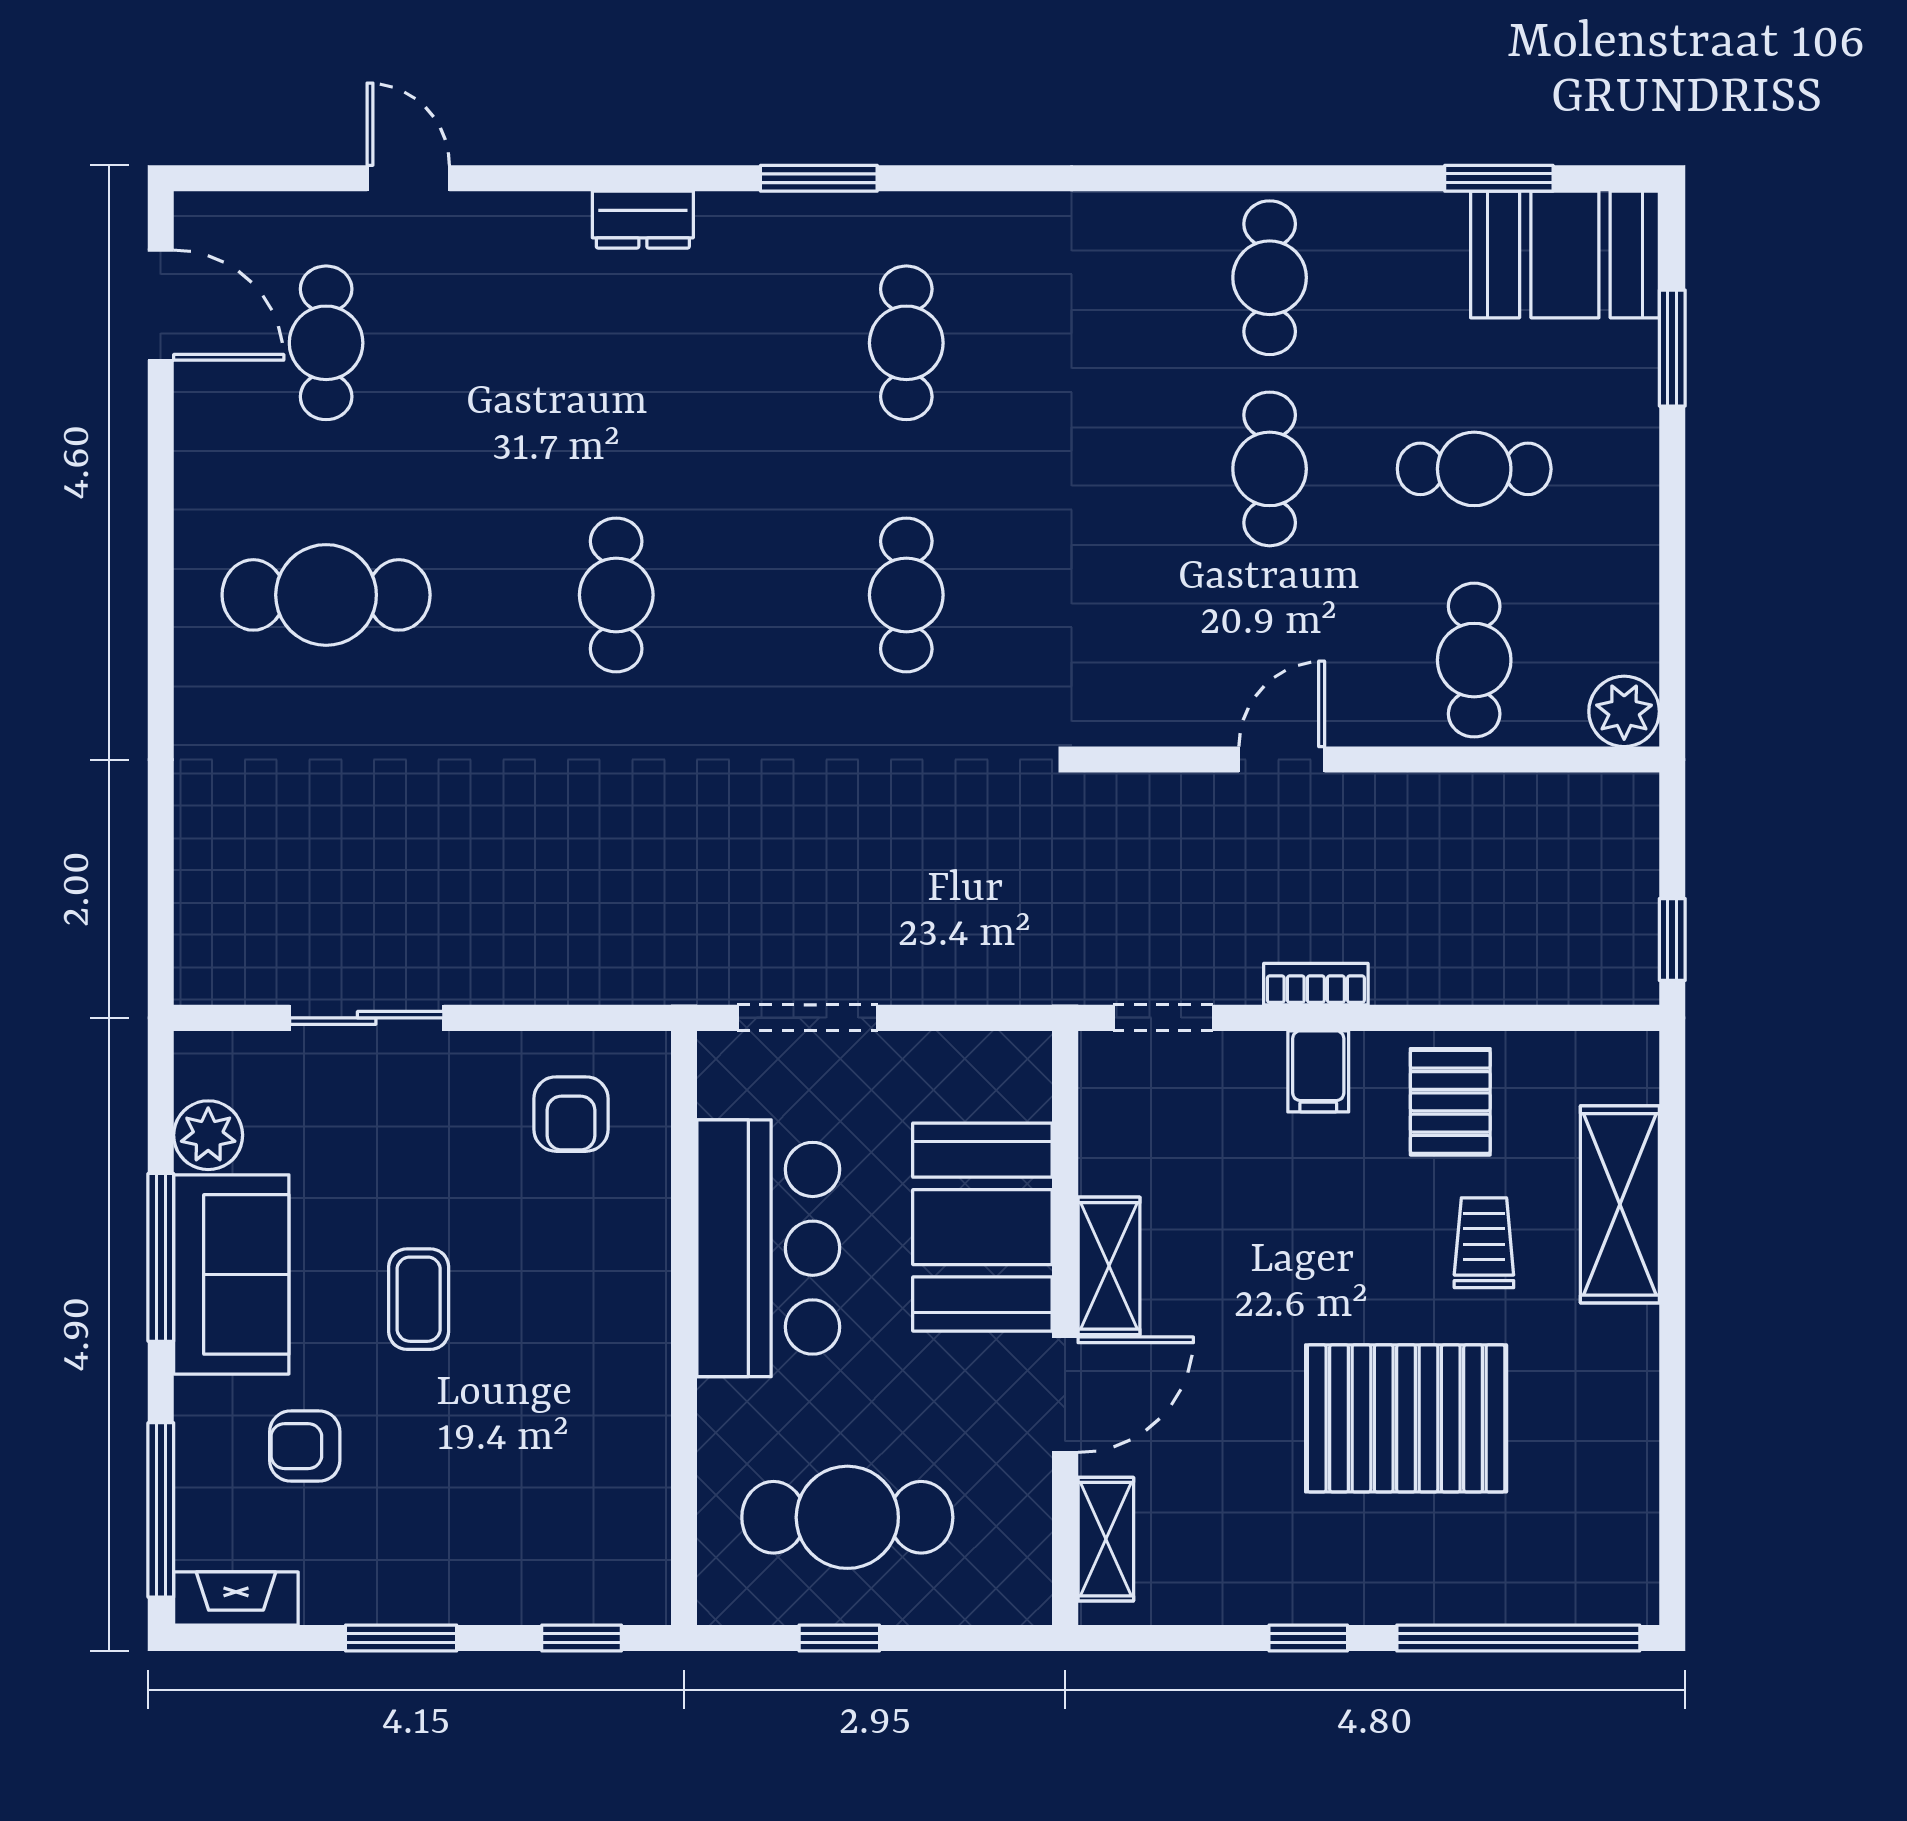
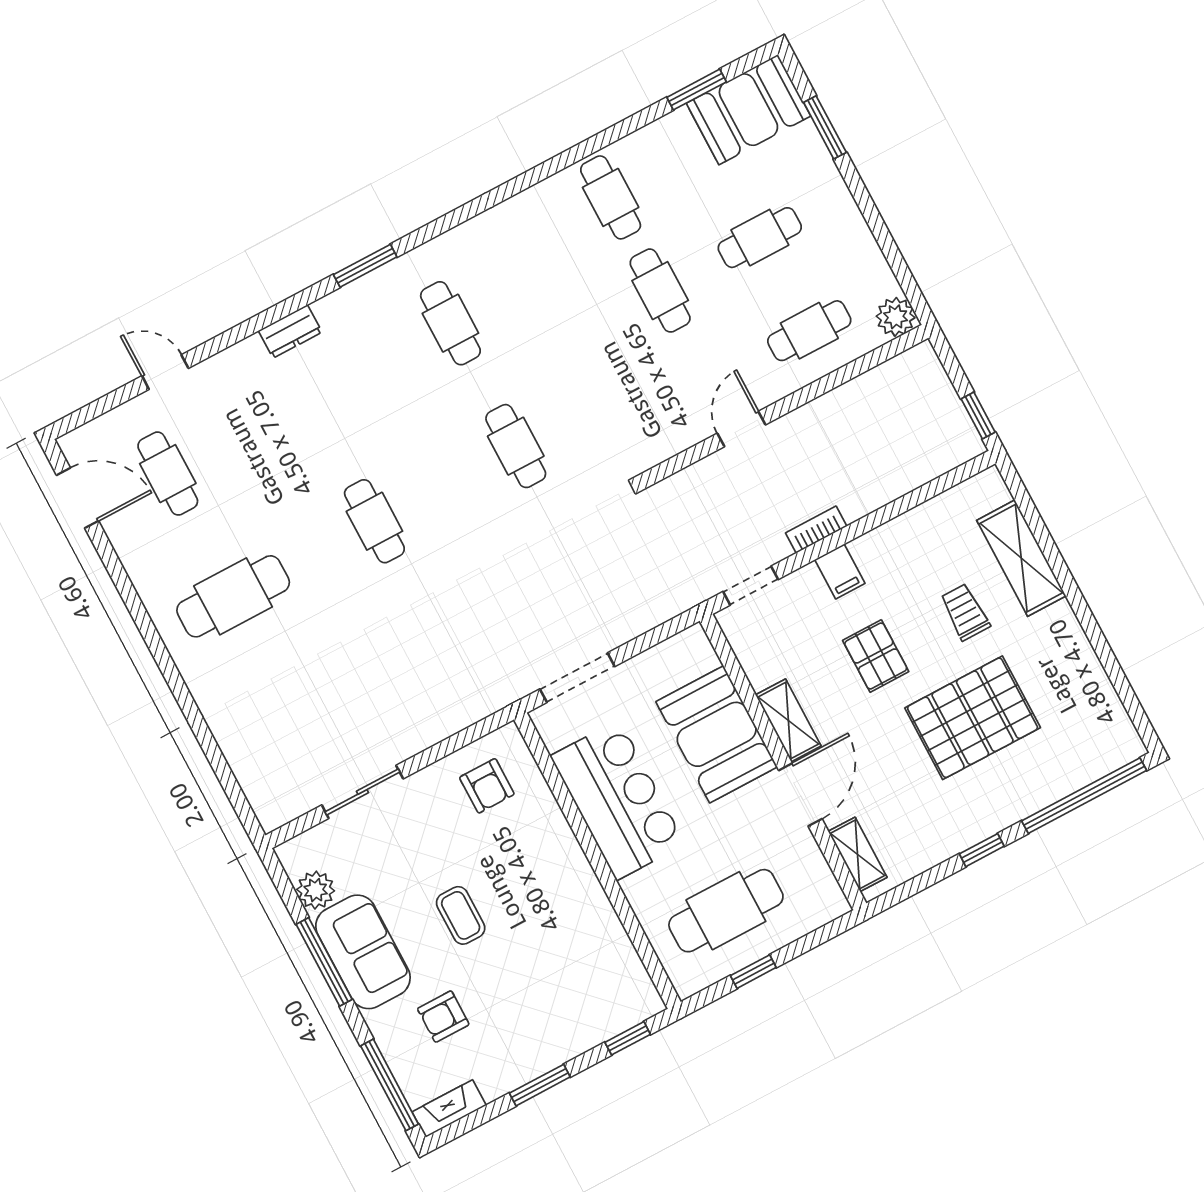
cafe table: (1474, 660) -> (809, 331), turned 90
pallet: (1450, 1102) -> (876, 656), moved

